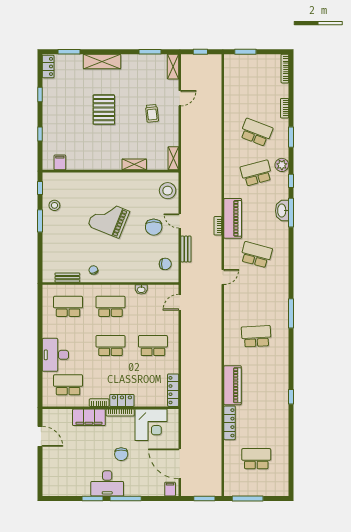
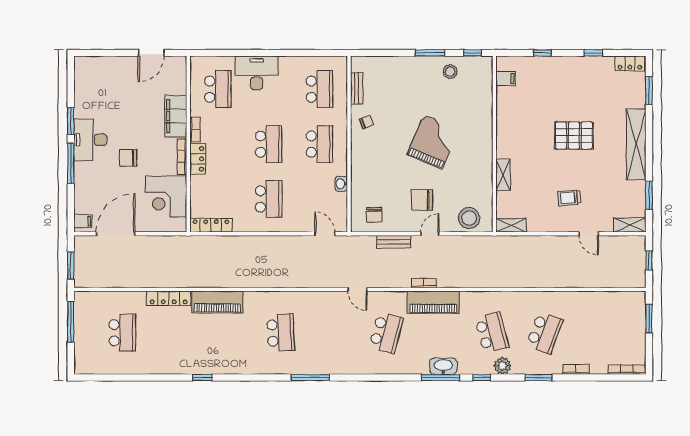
shelving: (102, 62) -> (636, 144), width x1.47

